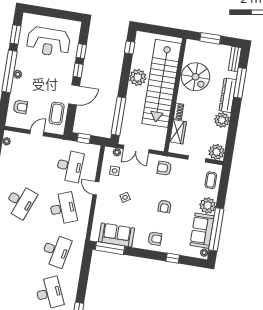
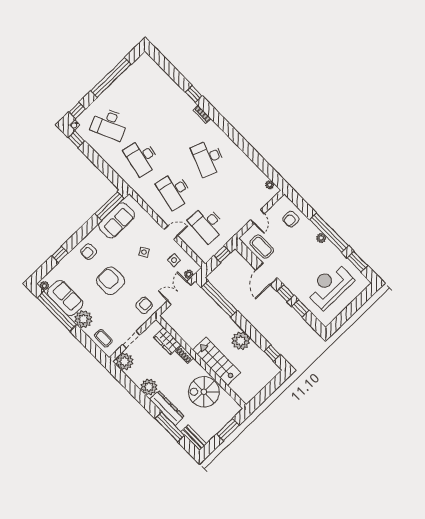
stairs: (162, 83) -> (217, 361), width x0.54, depth x0.66
armchair: (165, 206) -> (111, 281), width x1.88, depth x1.88
desk: (63, 208) -> (175, 191), turned 33

